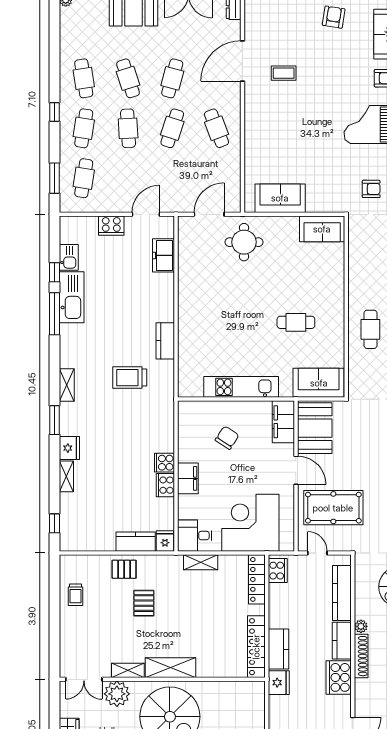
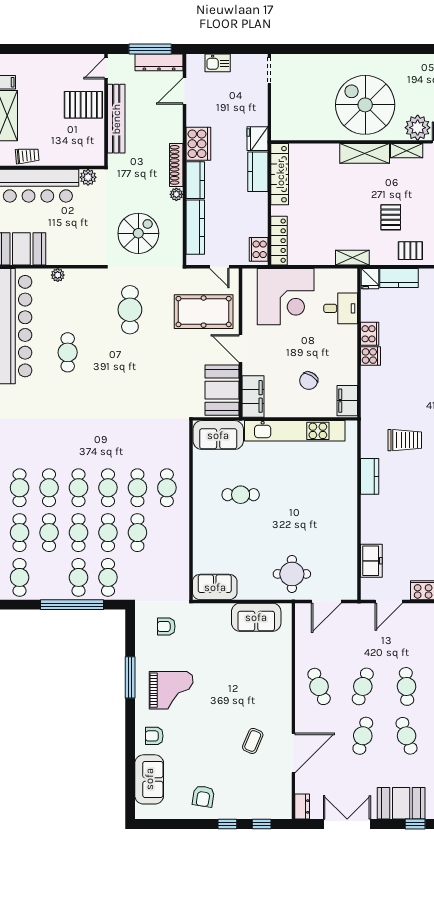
coffee table: (284, 73) -> (253, 741), turned -67
kitchen unit: (241, 387) -> (295, 431), width x1.36
filing cabinet: (188, 478) -> (347, 401), moved
desk: (195, 536) -> (341, 308), moved
shelving: (201, 562) -> (352, 258), moved

